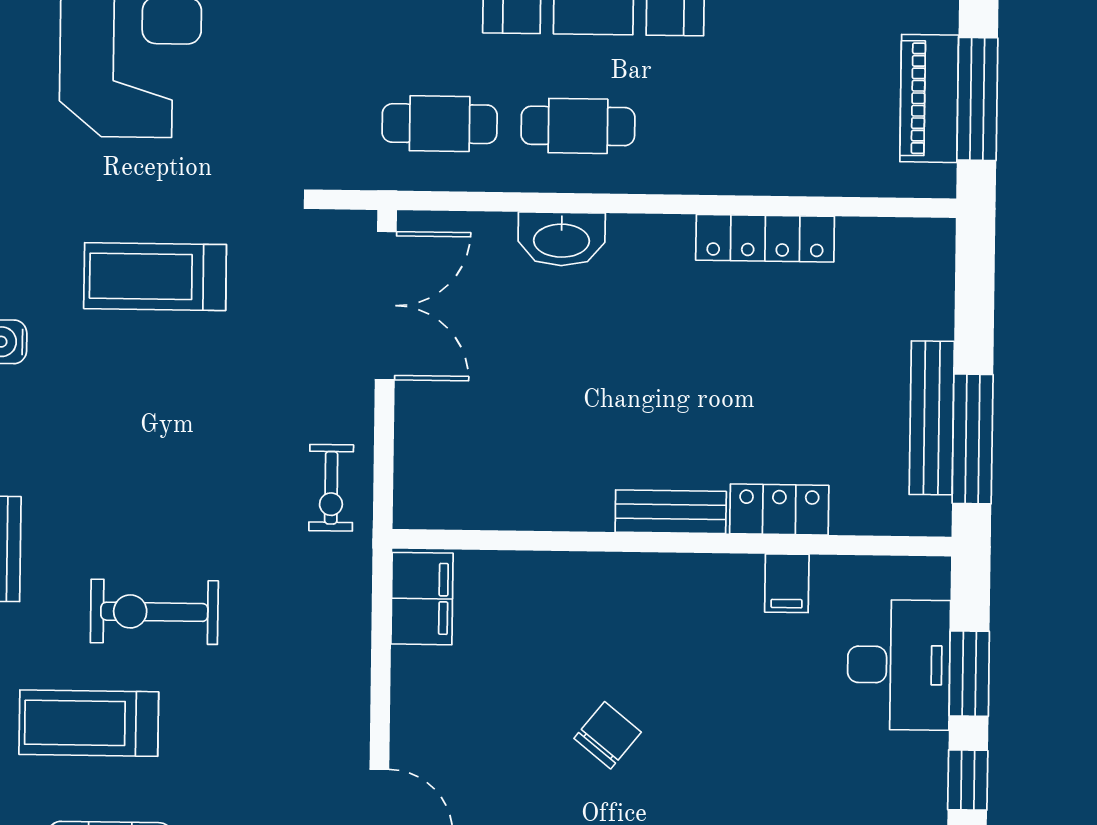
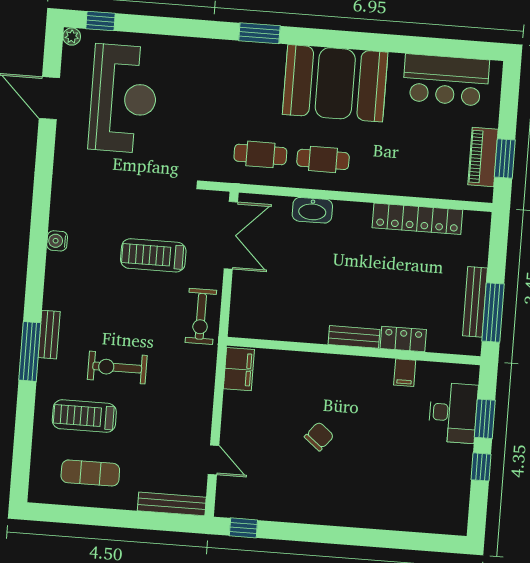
window: (977, 99) -> (505, 159), width x0.69
locker: (765, 238) -> (417, 219), width x1.41, depth x1.21
treadmill: (155, 277) -> (153, 255), moved
exercise bike: (331, 488) -> (201, 316), width x1.38, depth x1.39

